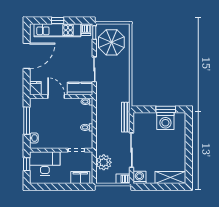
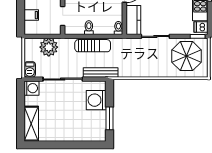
washing machine: (165, 121) -> (96, 100), moved
sun lounger: (102, 124) -> (93, 46), added
filing cabinet: (80, 178) -> (31, 15), width x0.50

